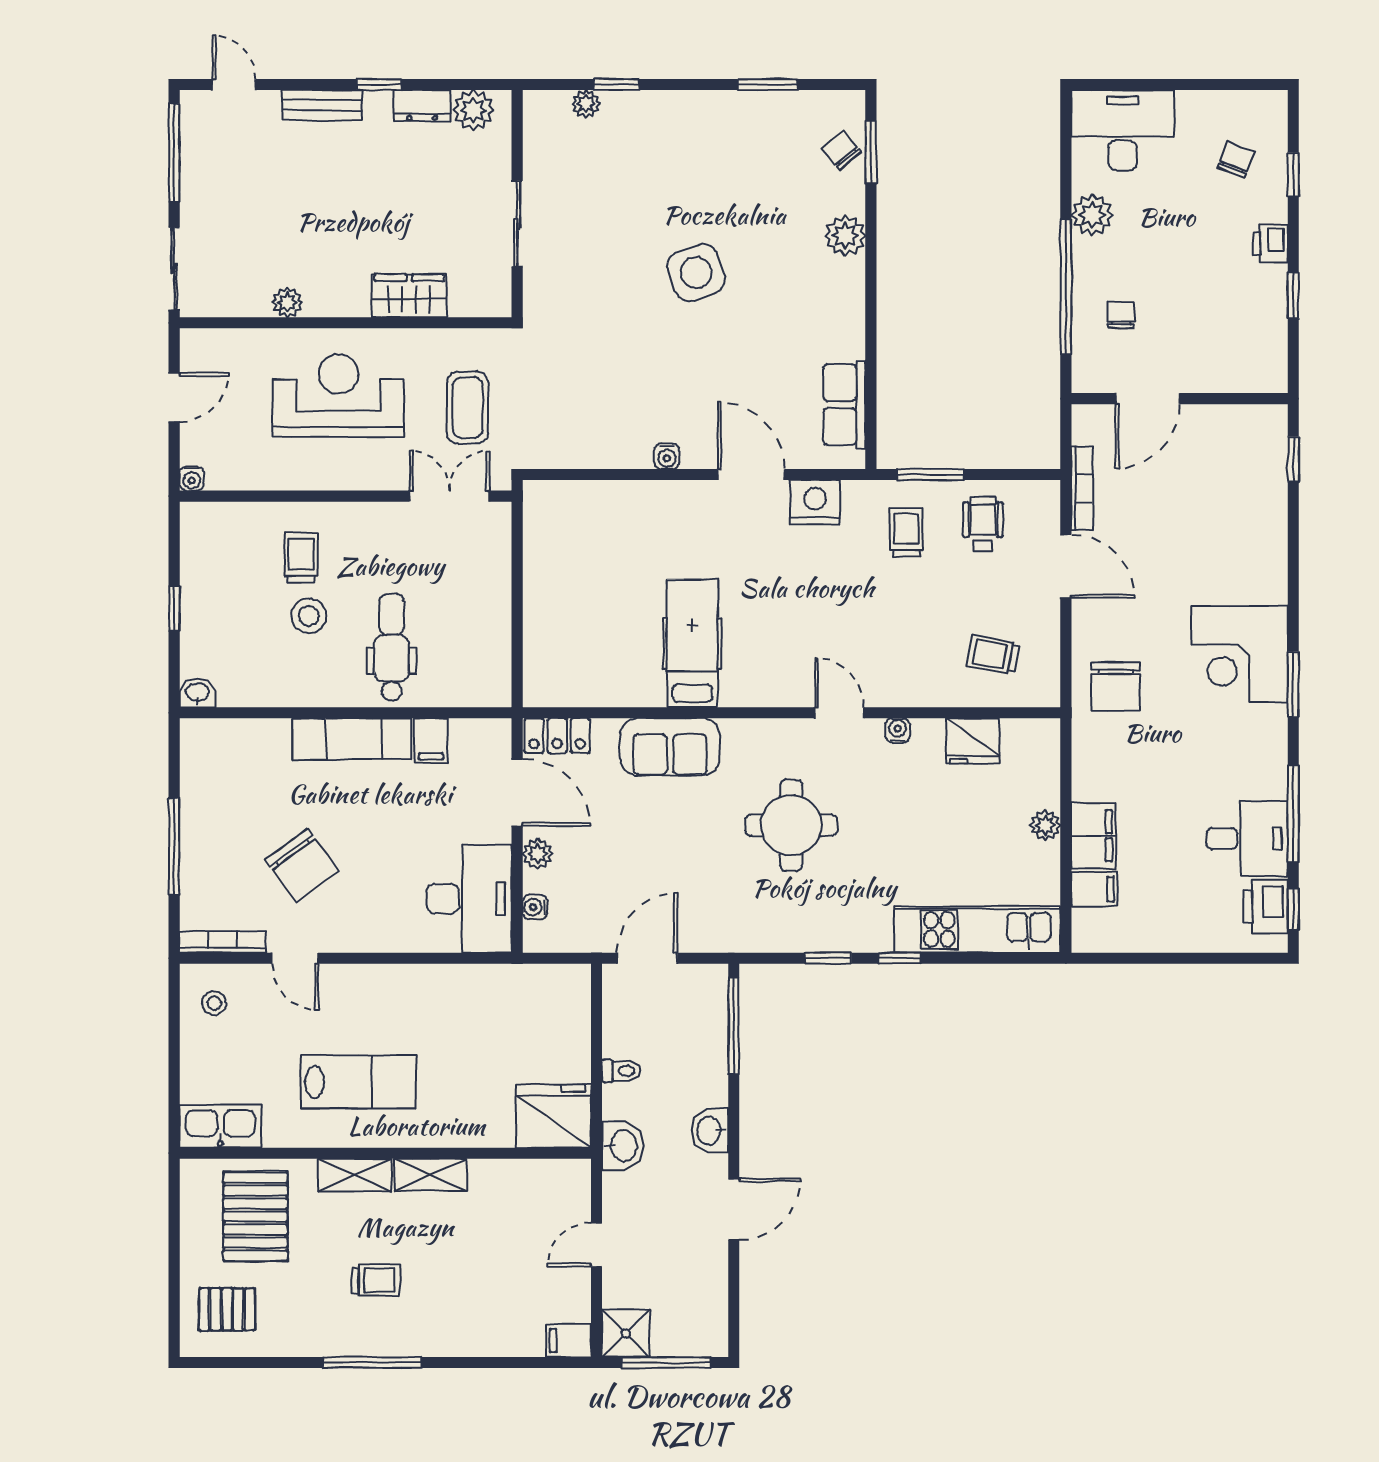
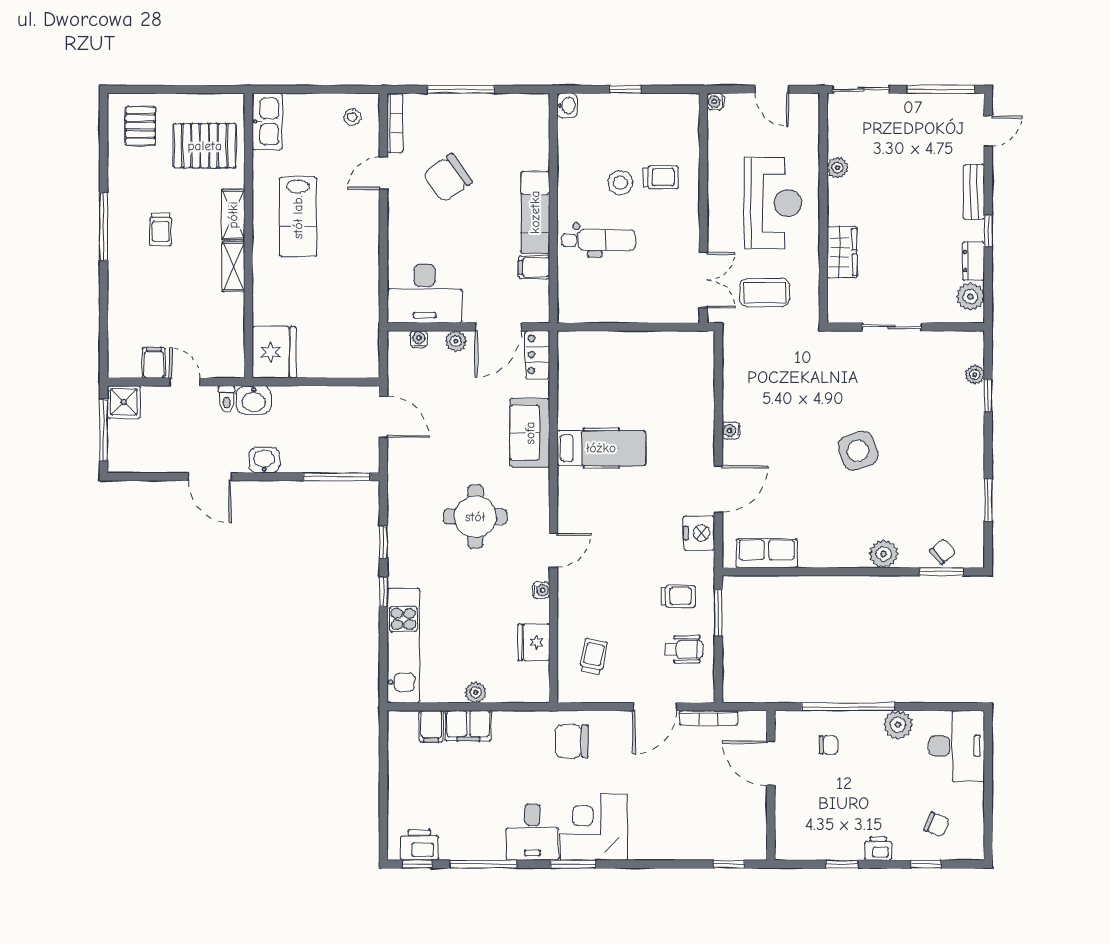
desk: (1247, 839) -> (532, 832), moved
toilet: (621, 1071) -> (226, 399), moved
filing cabinet: (569, 1340) -> (154, 363), moved

